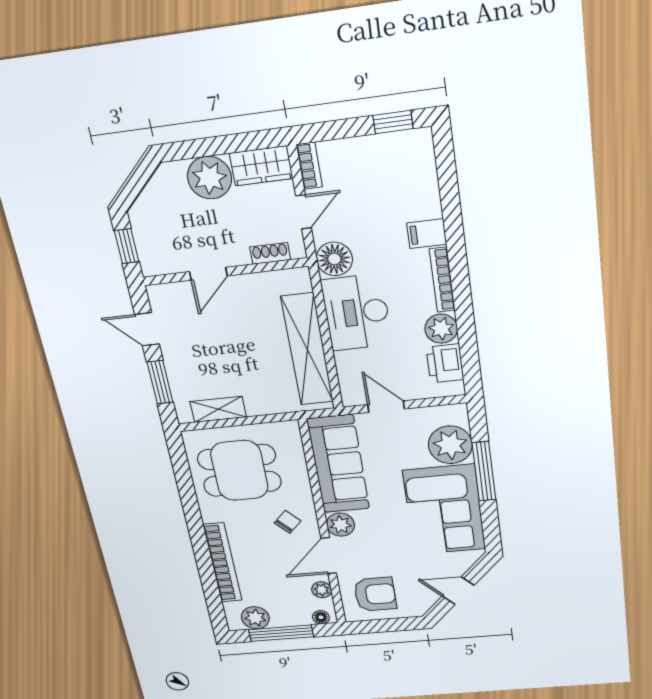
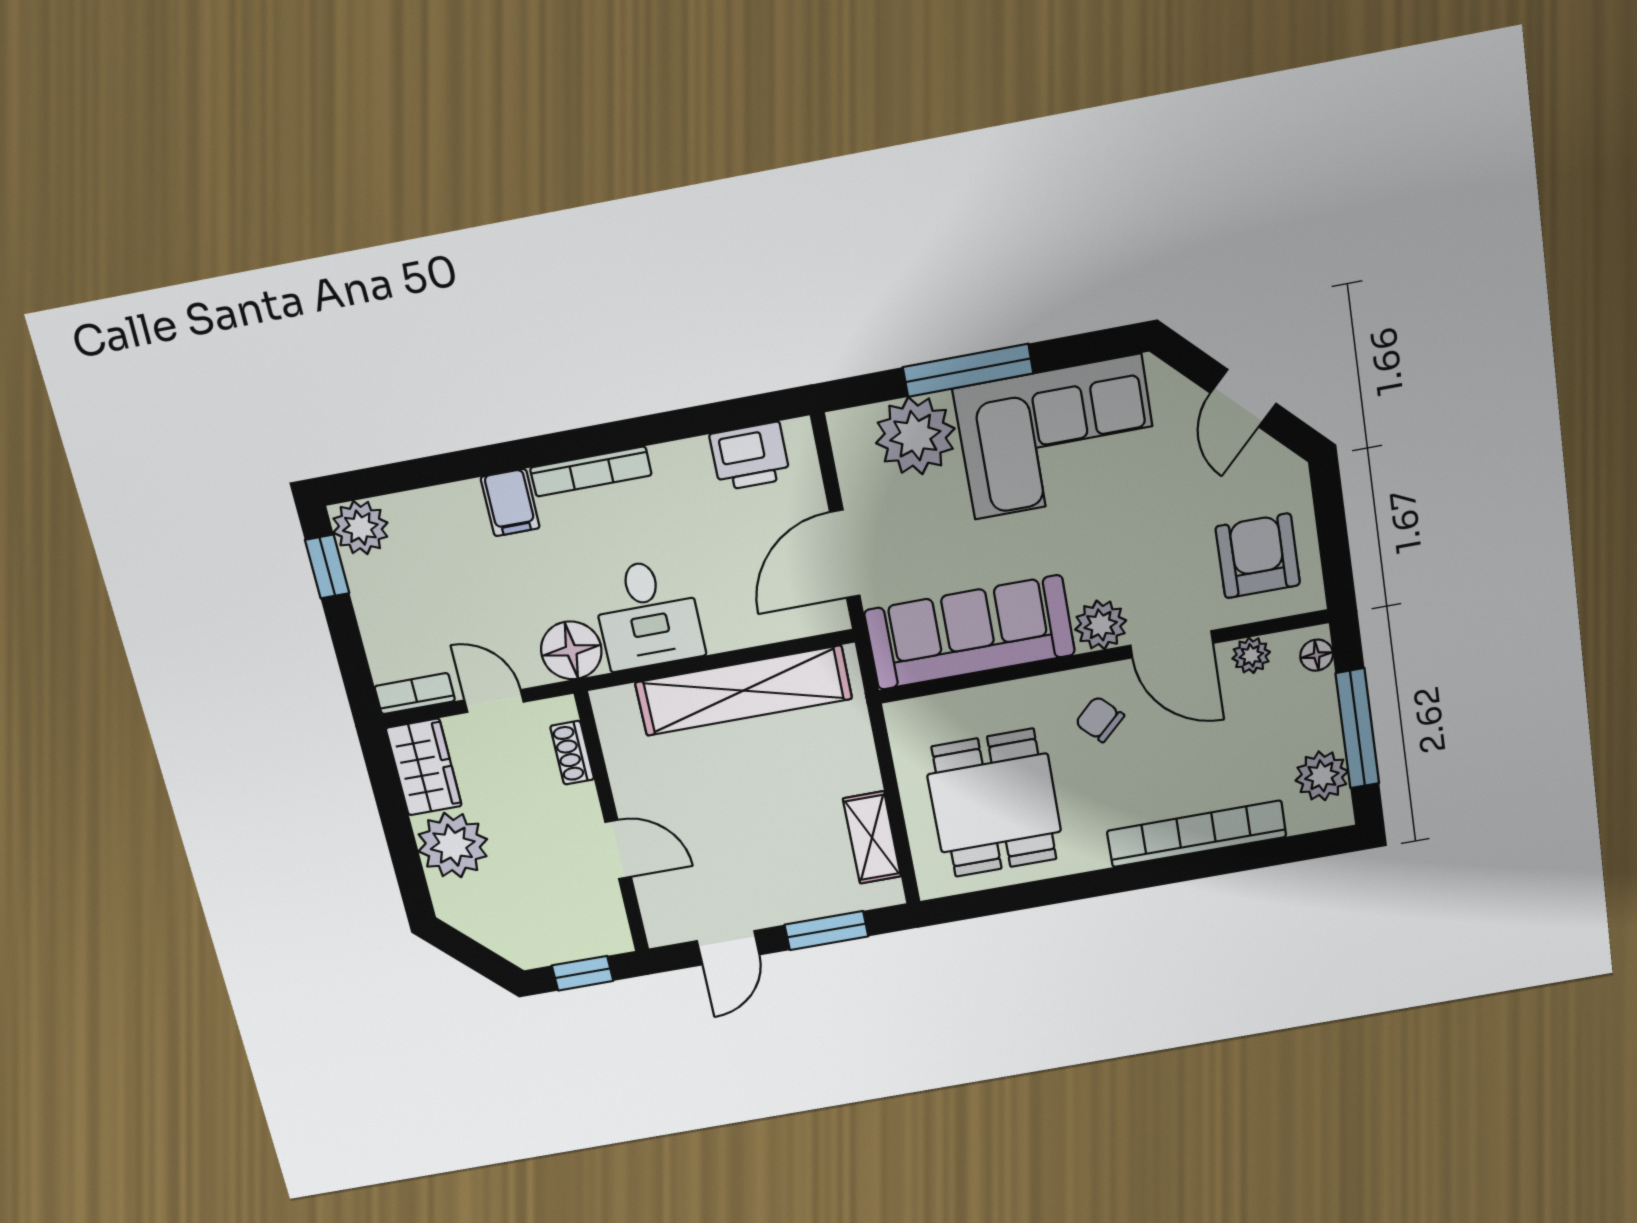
desk: (357, 312) -> (648, 614), width x0.73
plant: (441, 329) -> (360, 528), moved
door: (386, 407) -> (845, 554), width x1.38

